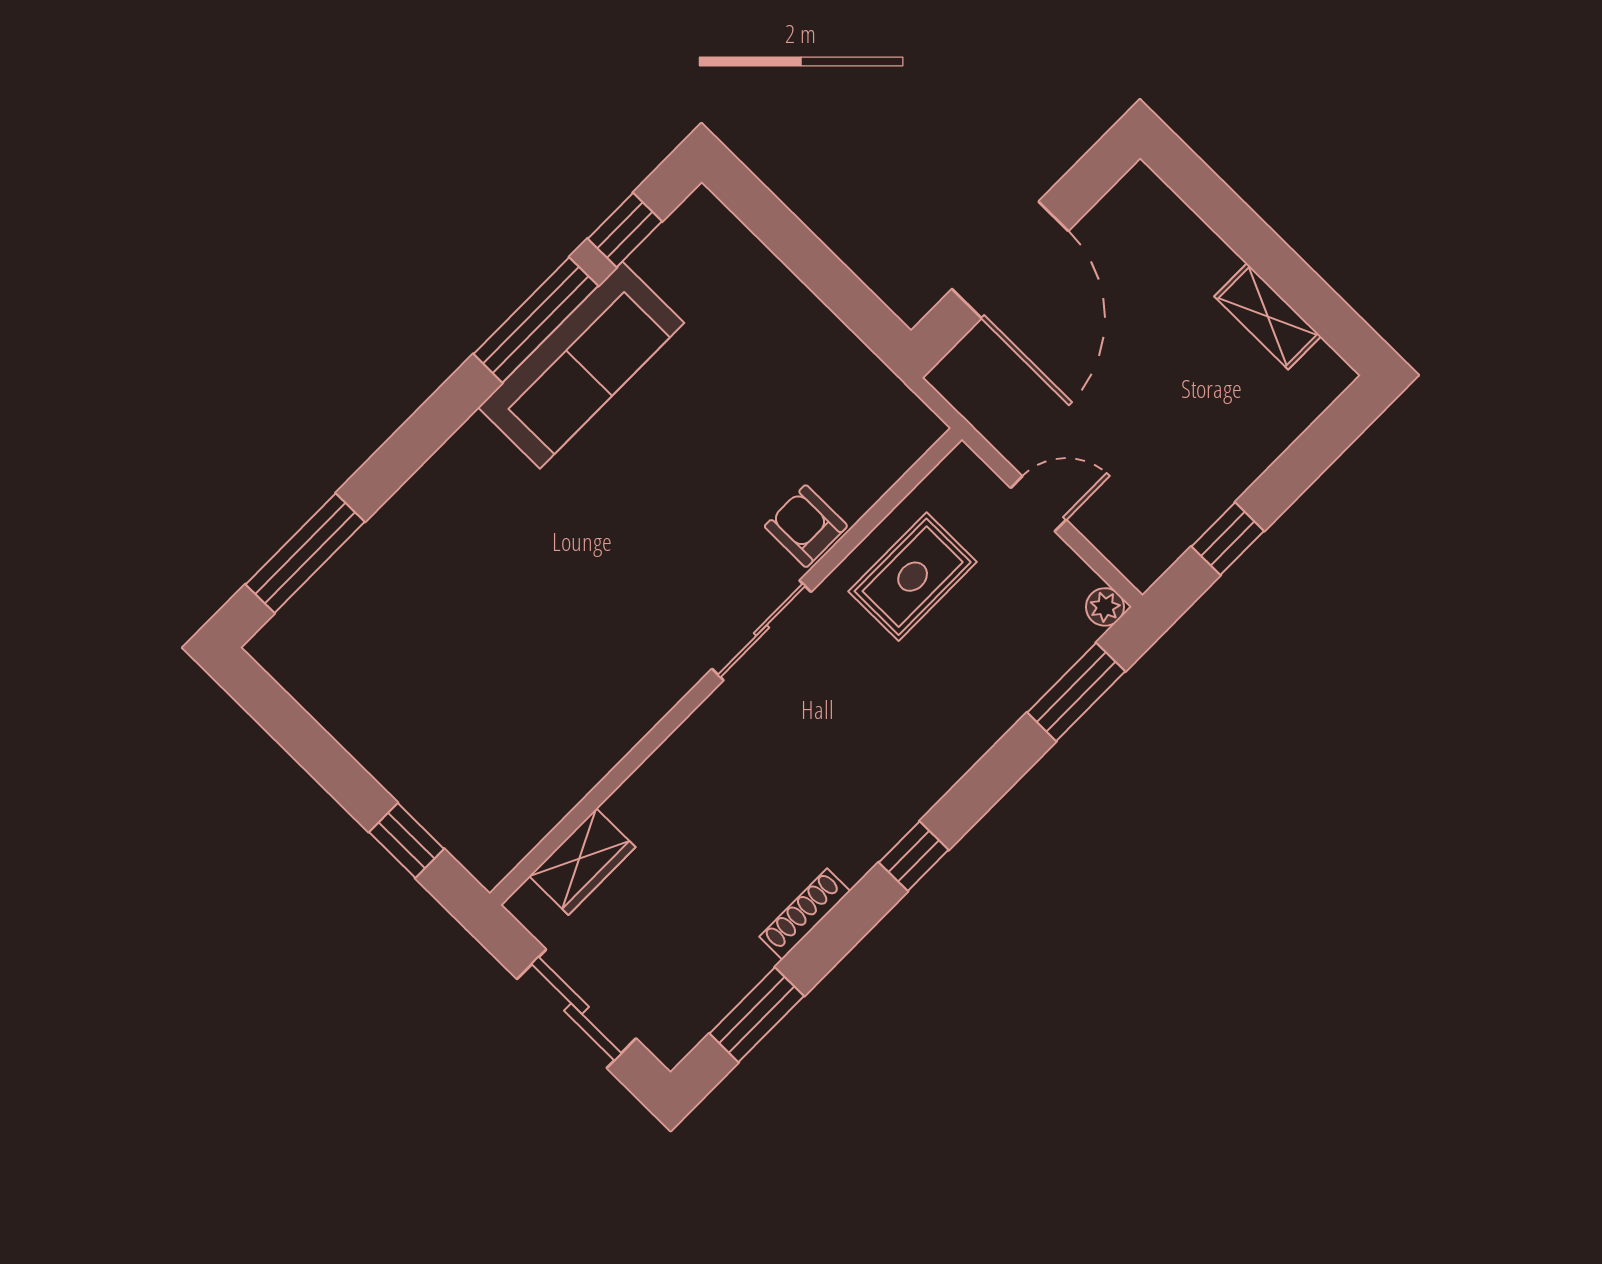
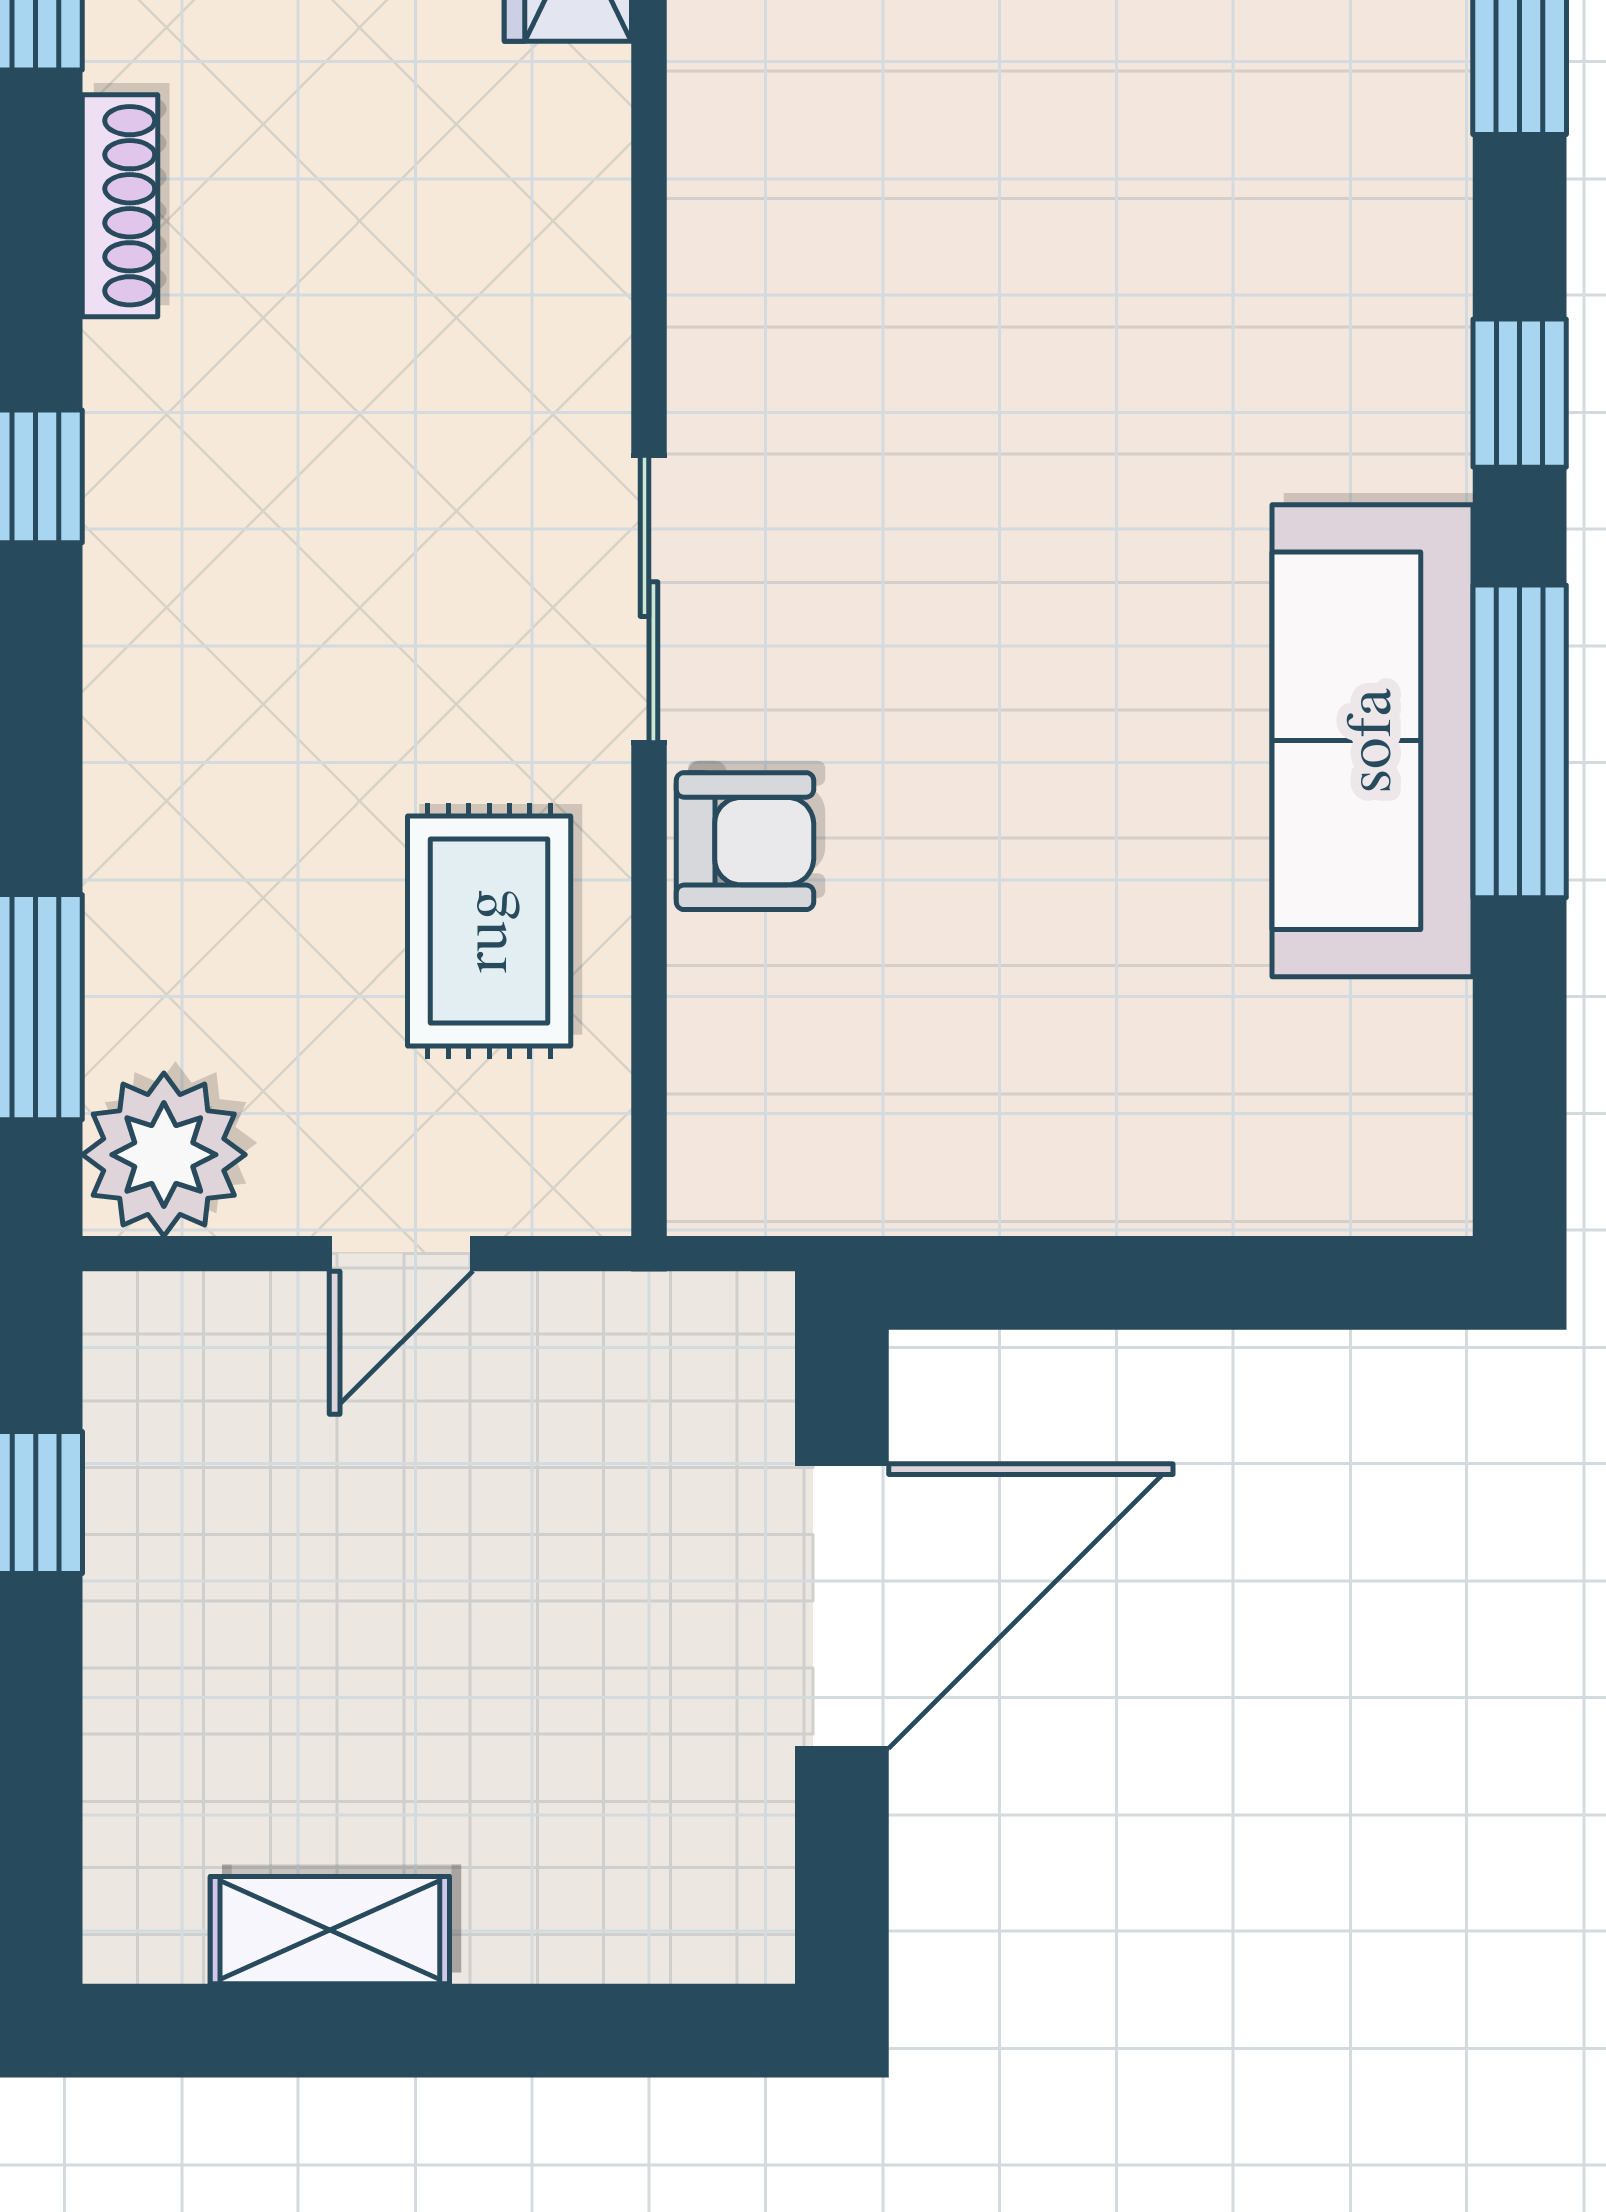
window: (625, 230) -> (1520, 393), moved
door: (1010, 260) -> (842, 1606), swing flipped
plant: (1105, 607) -> (164, 1155), width x1.88, depth x1.88

